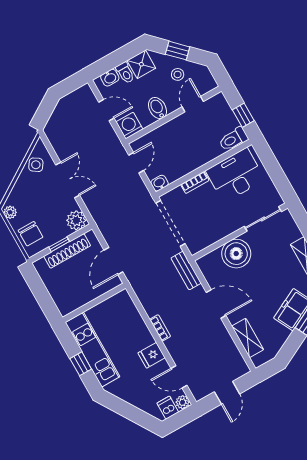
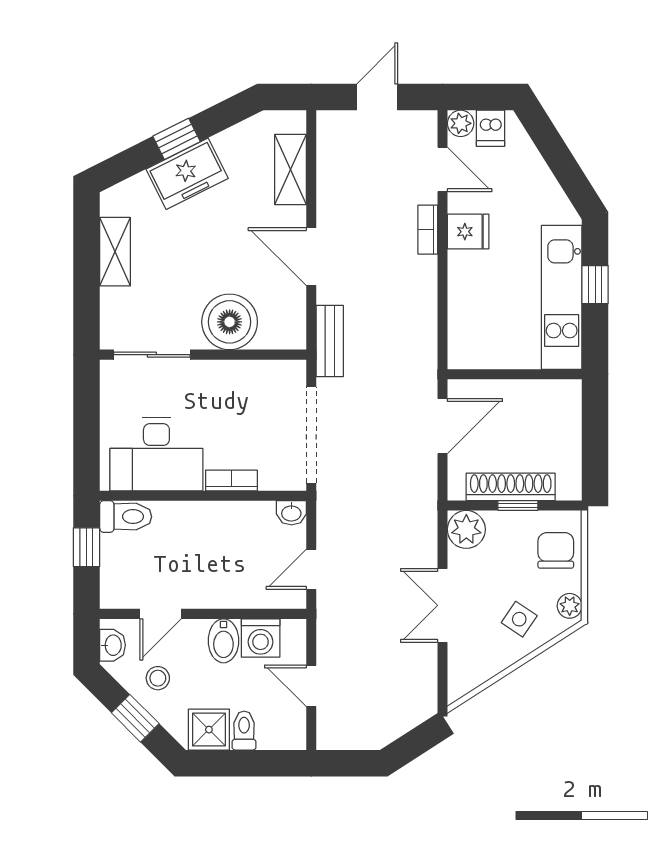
washbasin: (110, 78) -> (112, 645), moved, turned 90
washing machine: (129, 126) -> (261, 638), moved
side table: (36, 165) -> (519, 619), moved
bookcase: (160, 328) -> (428, 230), moved

